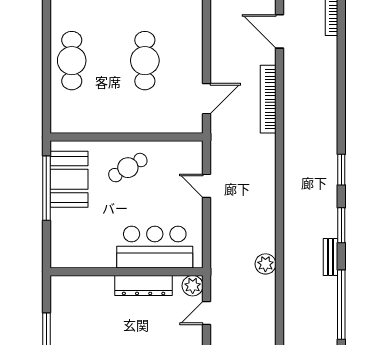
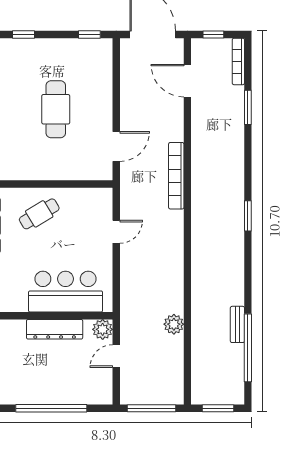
bookcase: (268, 99) -> (176, 176), moved
door: (207, 186) -> (116, 232), swing flipped
window: (341, 225) -> (248, 107), moved
bench: (331, 257) -> (237, 324), moved
plant: (265, 264) -> (174, 324), moved

